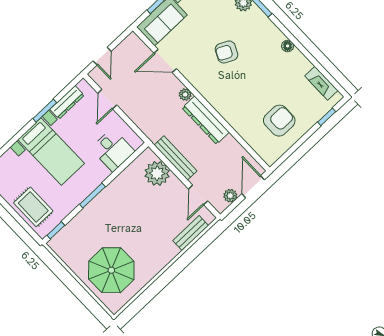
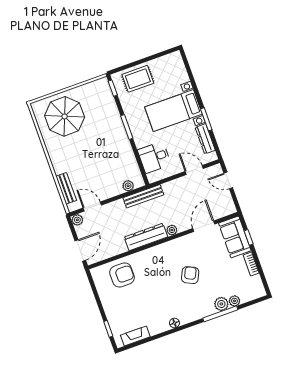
armchair: (279, 121) -> (122, 275), moved, turned -90
bench: (176, 158) -> (143, 196), moved
plant: (157, 173) -> (128, 186), width x0.53, depth x0.53
door: (253, 187) -> (80, 251), hinge flipped
plant: (230, 196) -> (77, 220), moved

